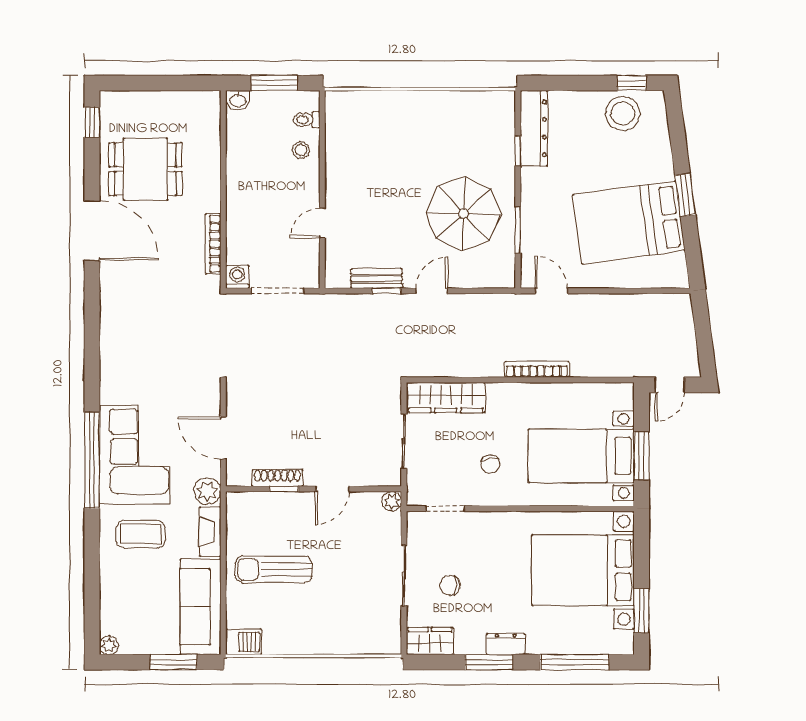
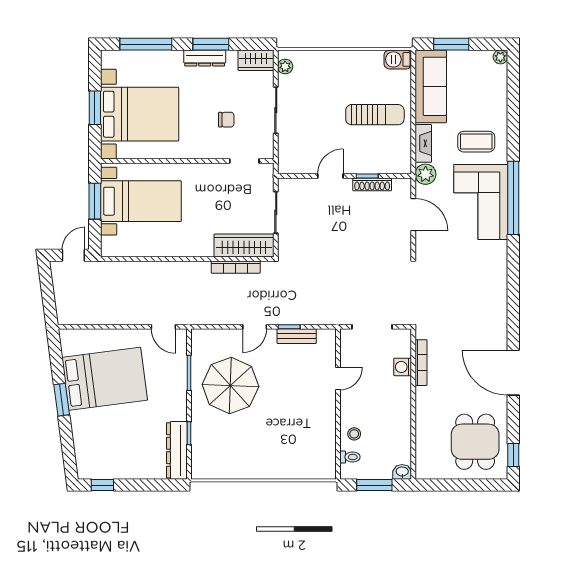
stool: (623, 114) -> (109, 462), removed
dining table: (145, 169) -> (475, 442), moved, turned 90
washing machine: (237, 277) -> (403, 367), moved, turned 90
bookcase: (537, 369) -> (236, 267), moved
chair: (490, 464) -> (210, 195), removed
plant: (392, 501) -> (285, 66), moved
chair: (450, 585) -> (226, 120), moved
window: (642, 611) -> (95, 108), moved
dresser: (506, 644) -> (205, 58), width x1.44

